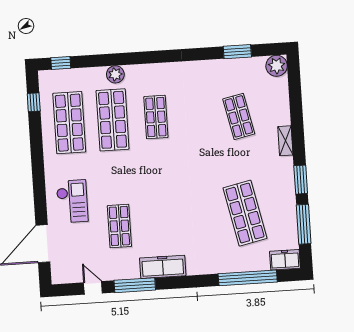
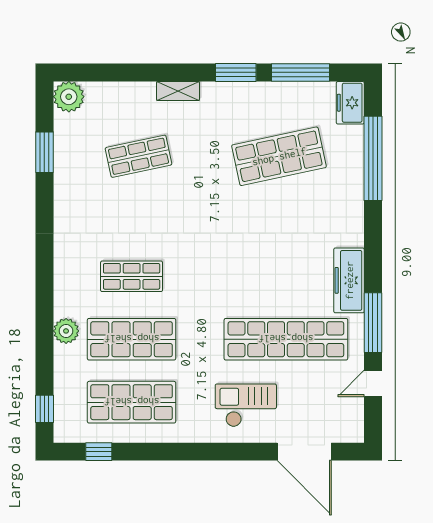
shop shelf: (119, 226) -> (286, 339), width x2.00, depth x1.36

